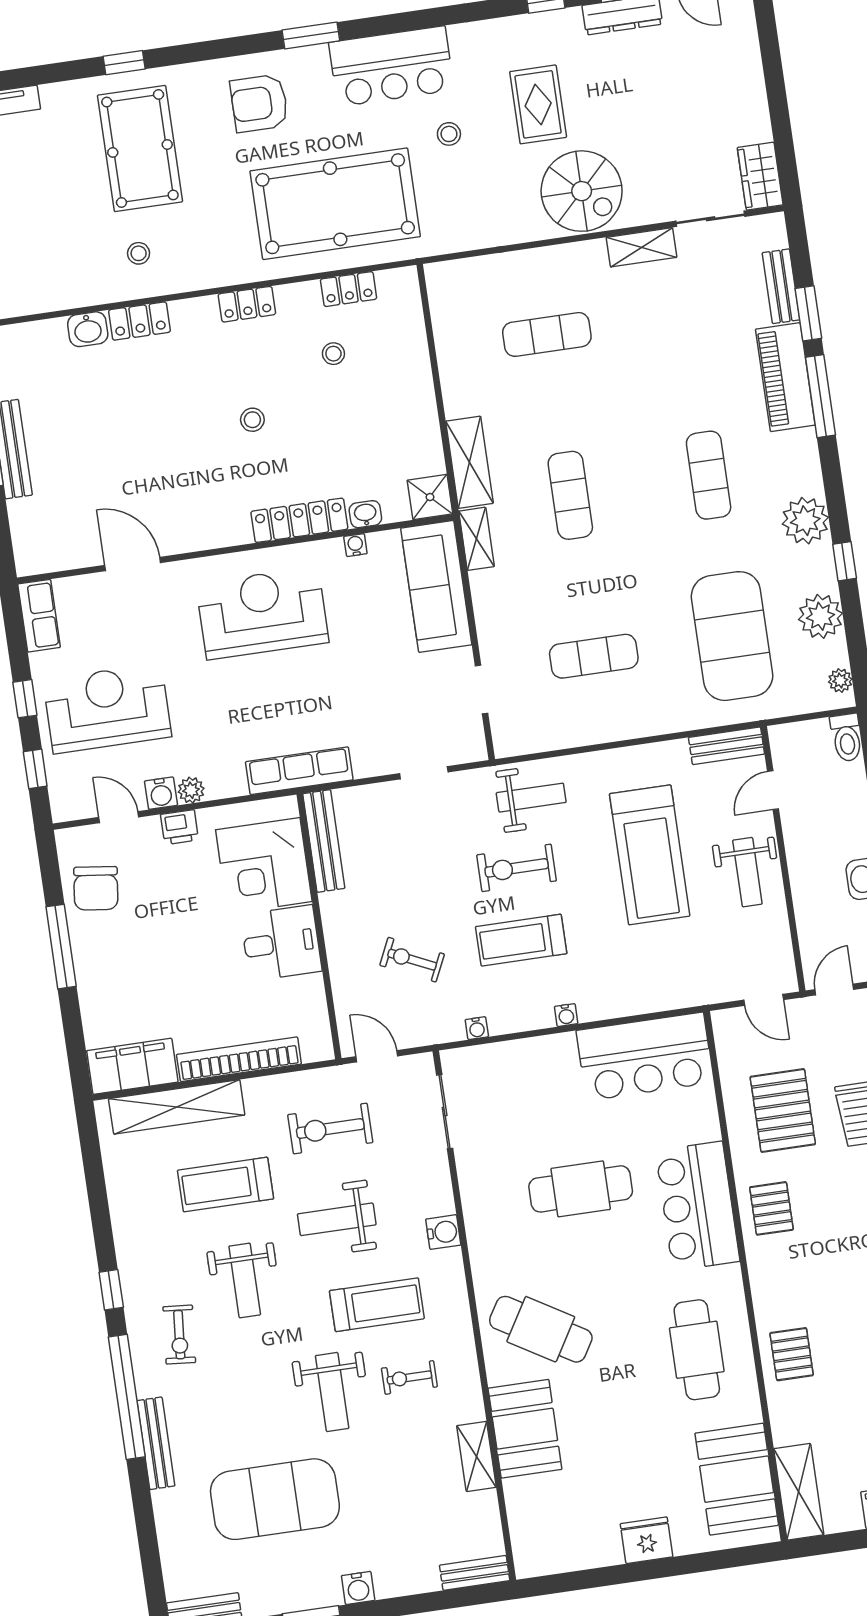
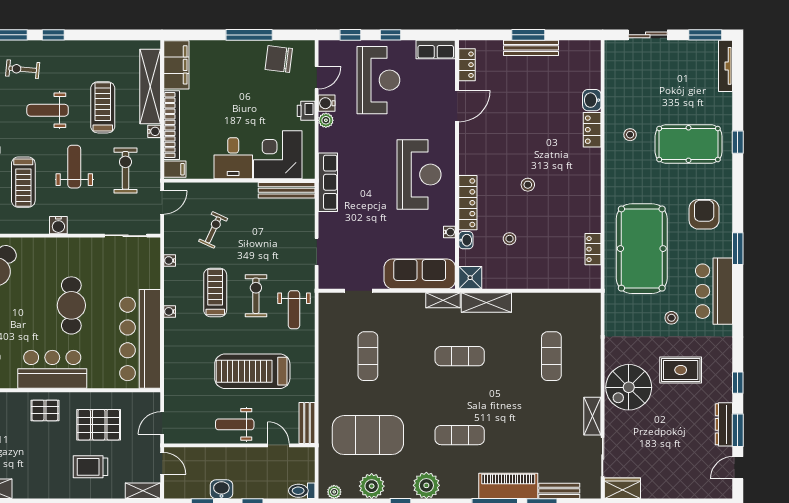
locker: (247, 304) -> (467, 65), moved, turned 180
stool: (333, 354) -> (510, 239), moved
filing cabinet: (315, 1042) -> (175, 169), added
bar counter: (645, 1057) -> (140, 339), width x1.36
water cooler: (254, 1088) -> (154, 131), added

